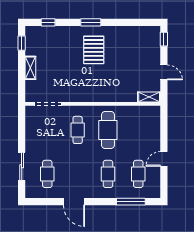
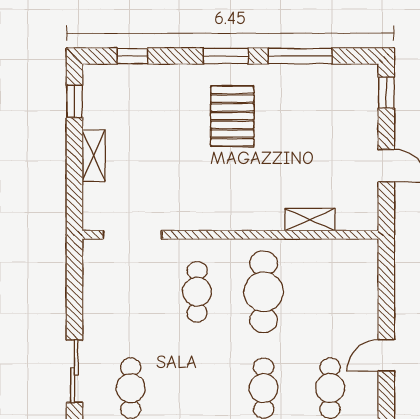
window: (125, 22) -> (300, 56), added
shelving: (149, 97) -> (310, 220), moved

